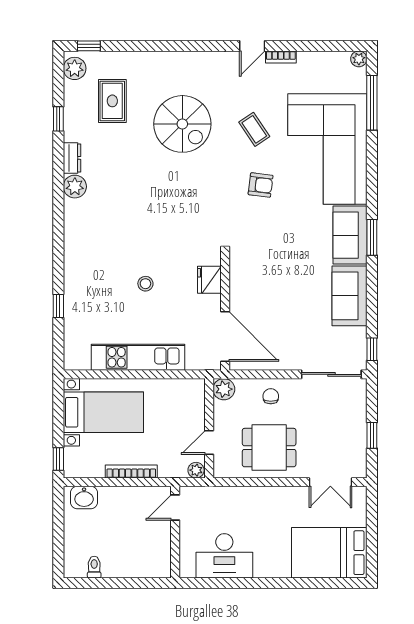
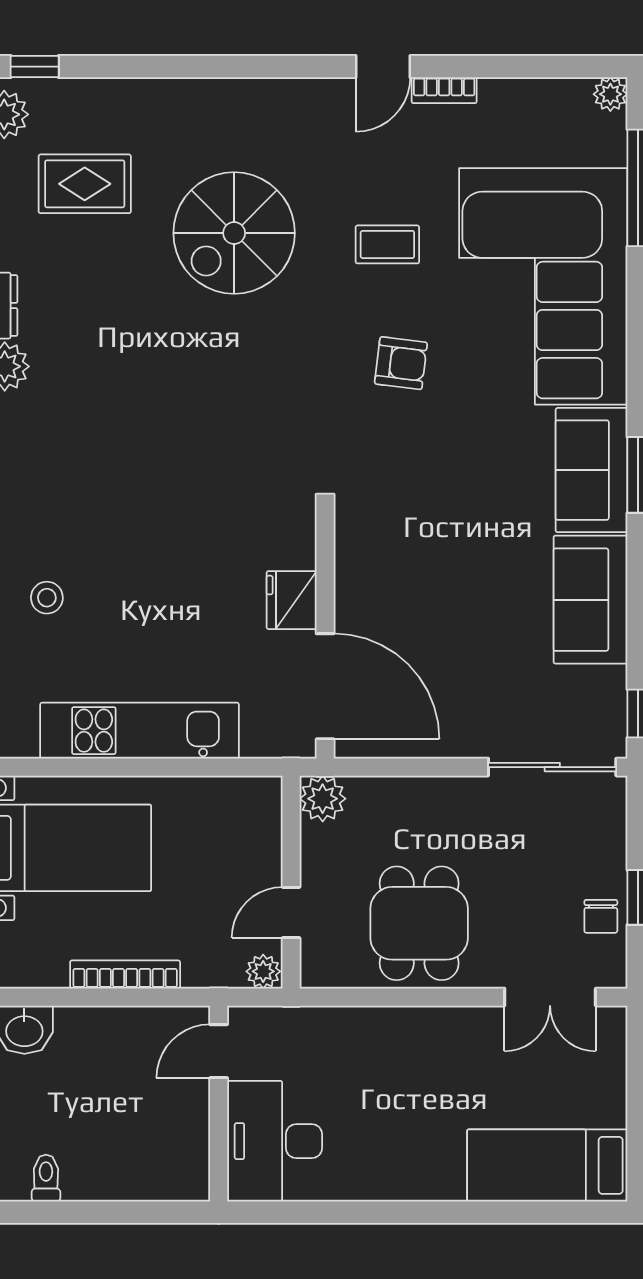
rug: (112, 101) -> (85, 184), turned 90
spiral stairs: (182, 124) -> (234, 233), turned 90
coffee table: (254, 129) -> (387, 244), turned -56
fridge: (209, 280) -> (292, 600), moved
stool: (145, 284) -> (47, 598), moved
chair: (271, 396) -> (601, 916), moved, turned 180
dining table: (269, 448) -> (419, 923), turned 90
bed: (329, 553) -> (547, 1165), width x0.67
desk: (224, 556) -> (275, 1141), moved, turned 90

